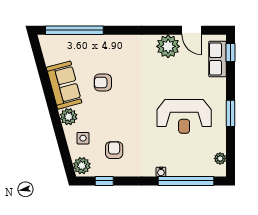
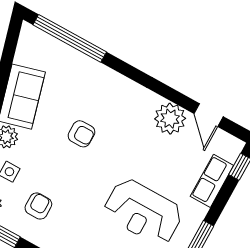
row of seats: (218, 59) -> (212, 181), moved
armchair: (103, 83) -> (82, 134), moved, turned 180

